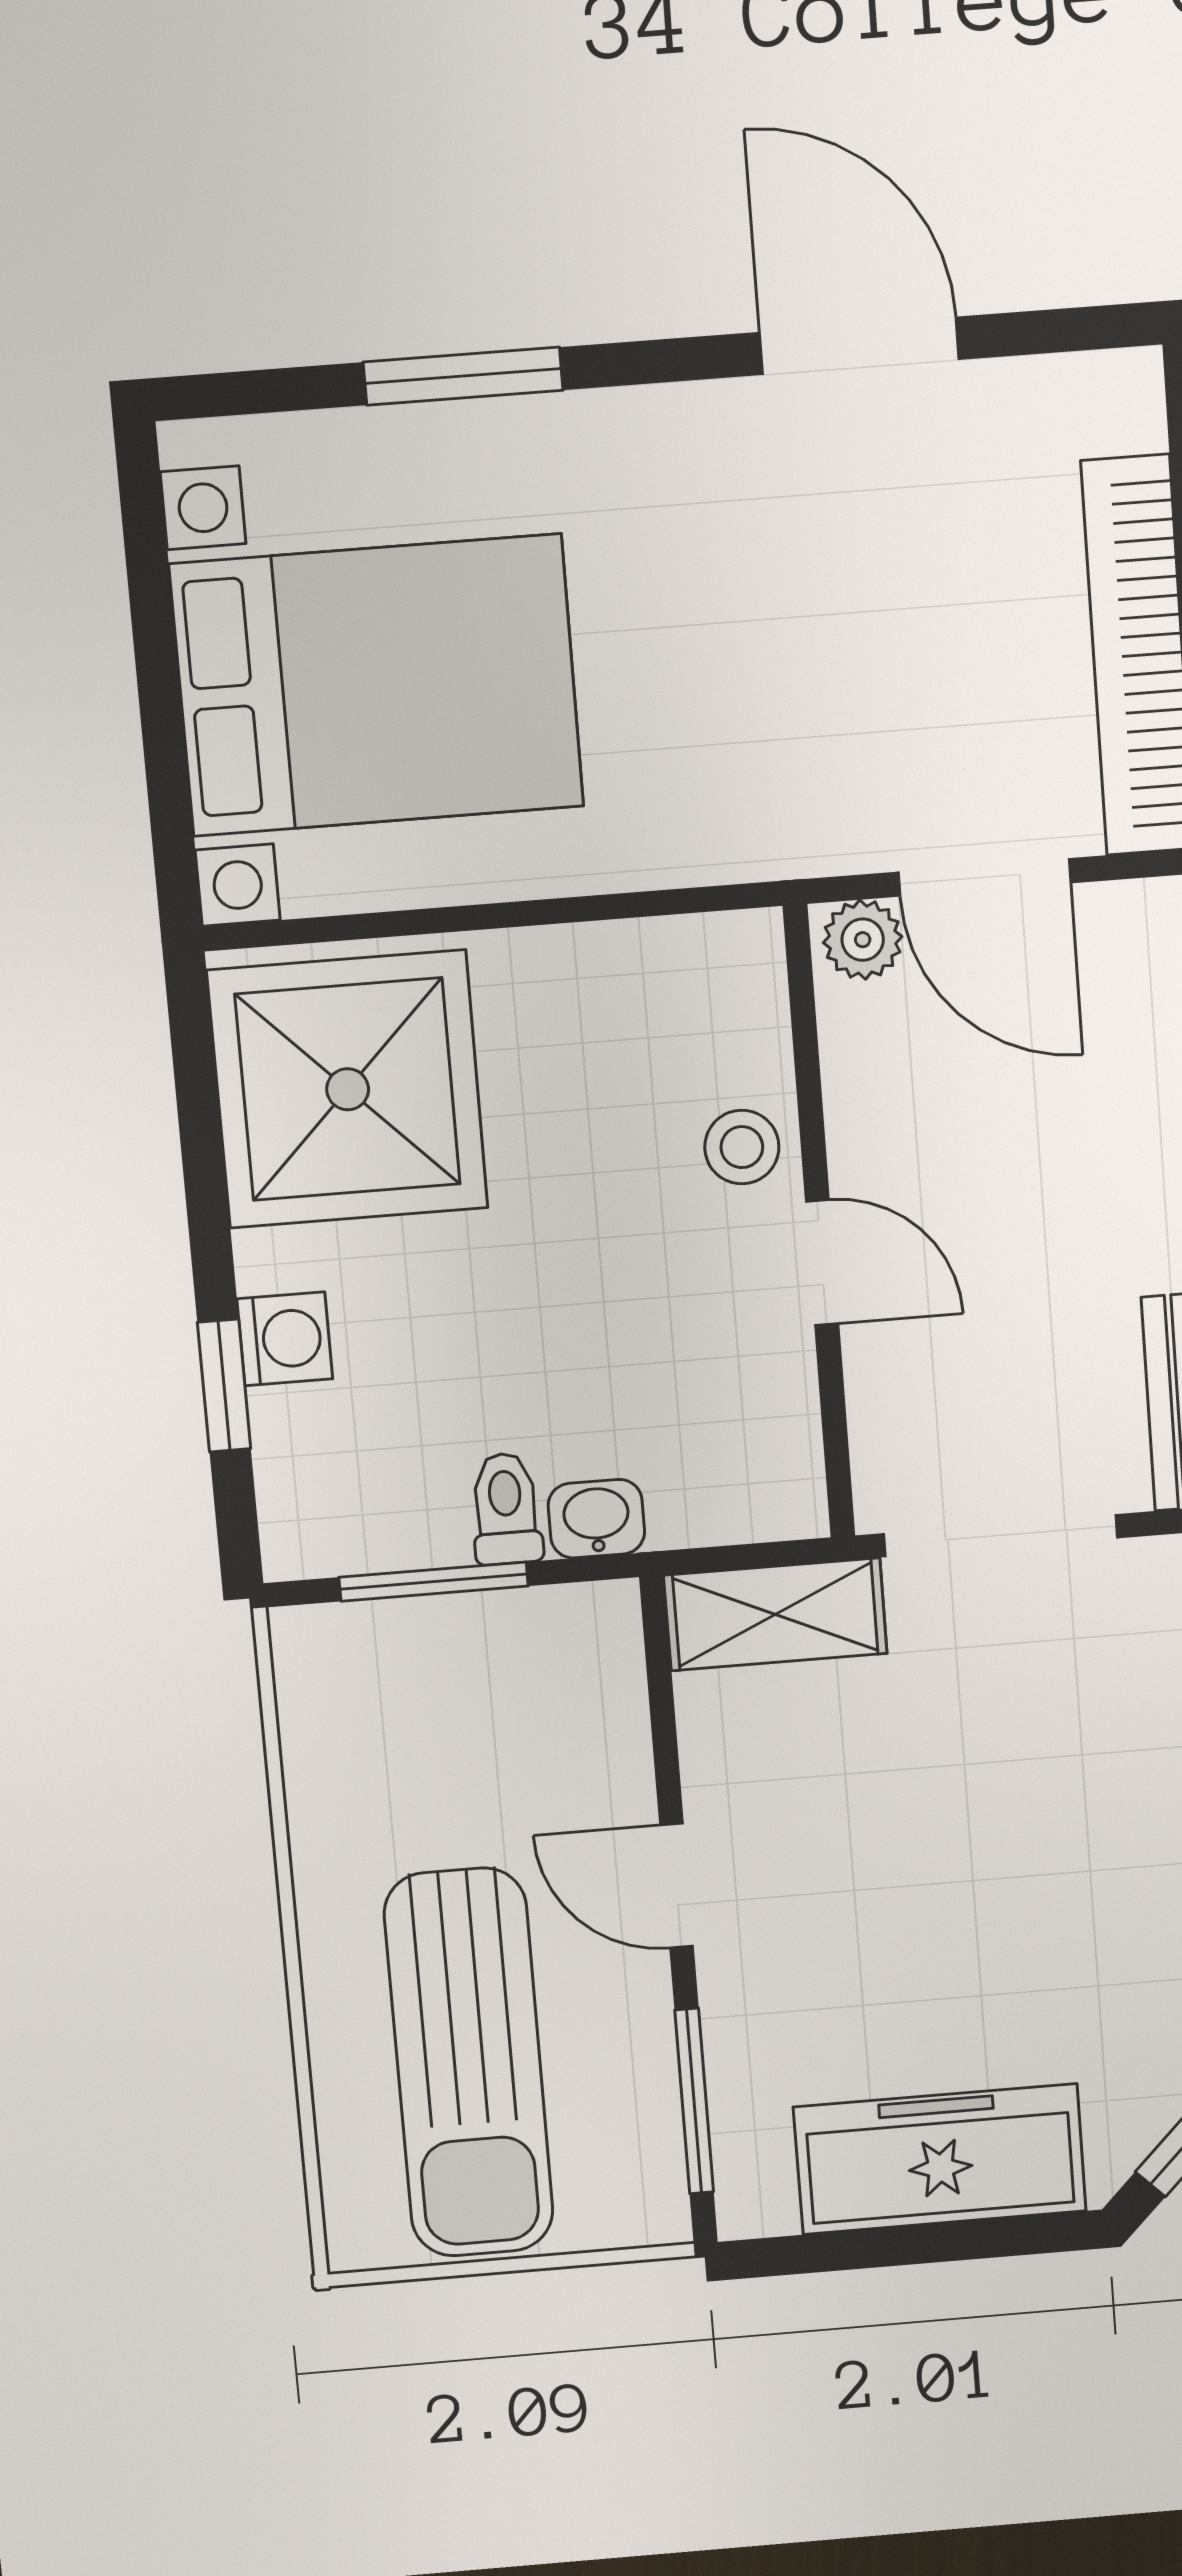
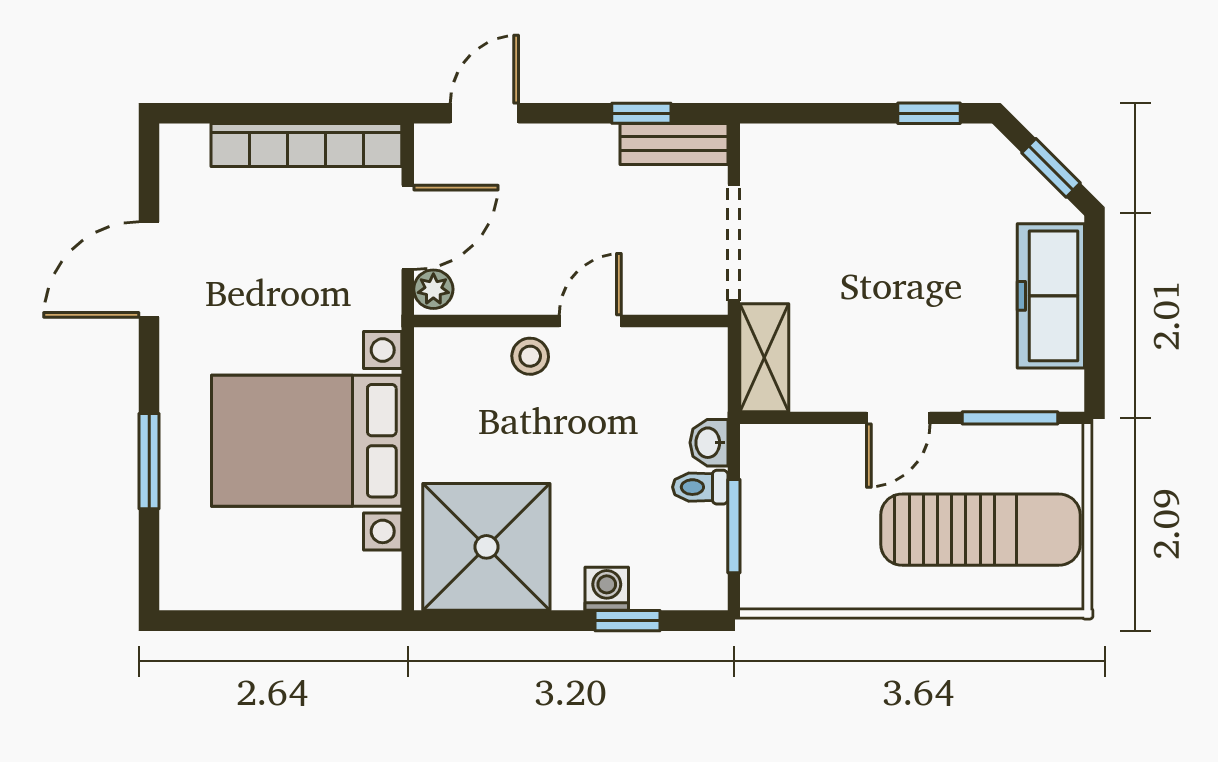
bed with nightstands: (377, 685) -> (307, 441), moved, turned -90

